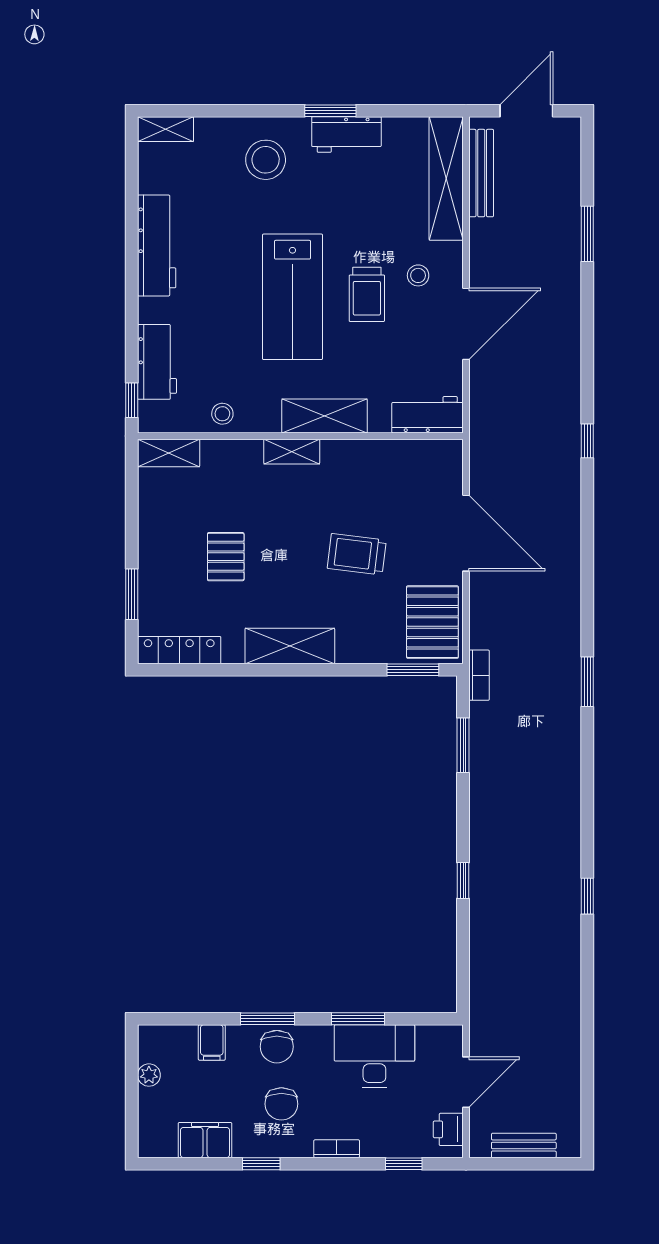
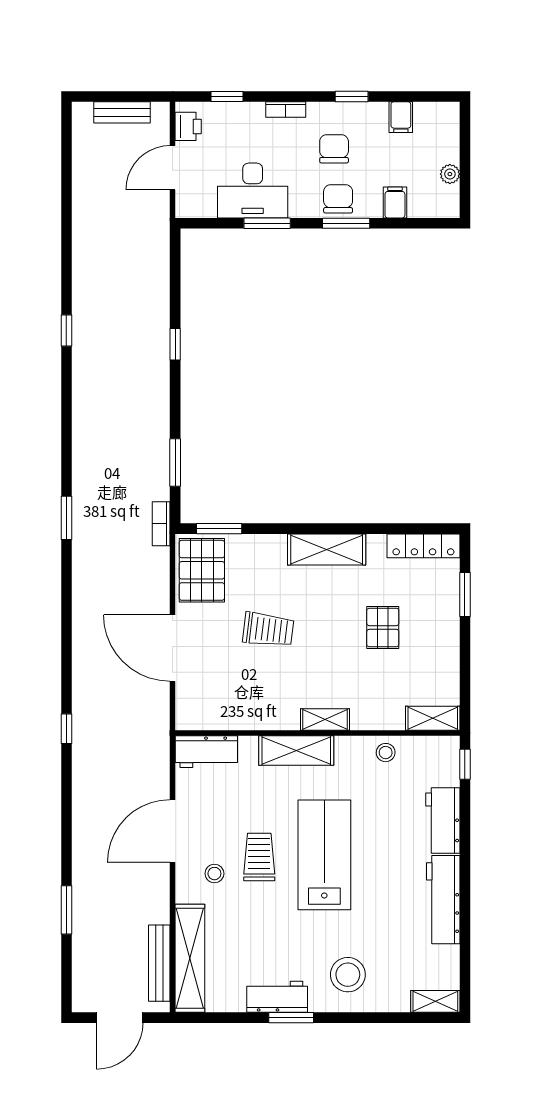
workbench: (157, 362) -> (443, 821), moved
filing cabinet: (205, 1140) -> (401, 117), width x0.50

